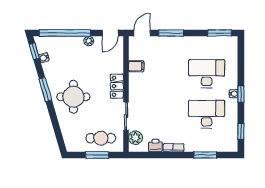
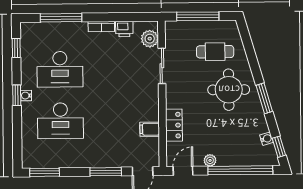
locker: (117, 86) -> (174, 125), moved
cafe table: (101, 138) -> (215, 52), moved
window: (97, 155) -> (198, 16), width x1.44
window: (205, 155) -> (61, 18), width x1.44

